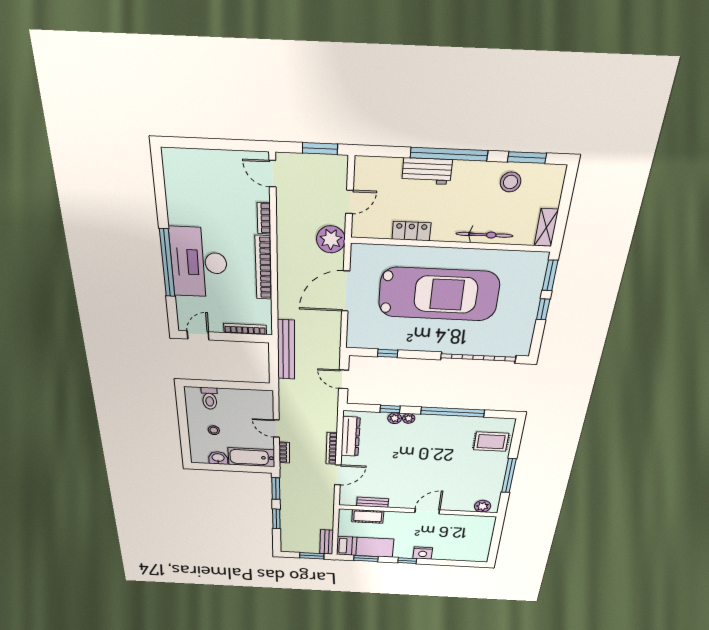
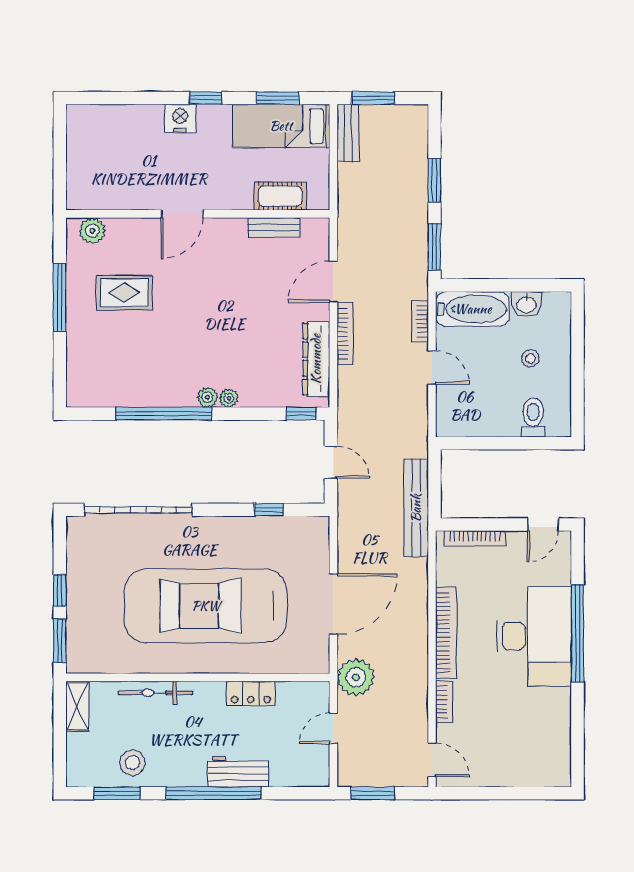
window: (390, 409) -> (301, 414), moved
plant: (395, 418) -> (207, 397), moved
rug: (491, 442) -> (124, 293), moved

